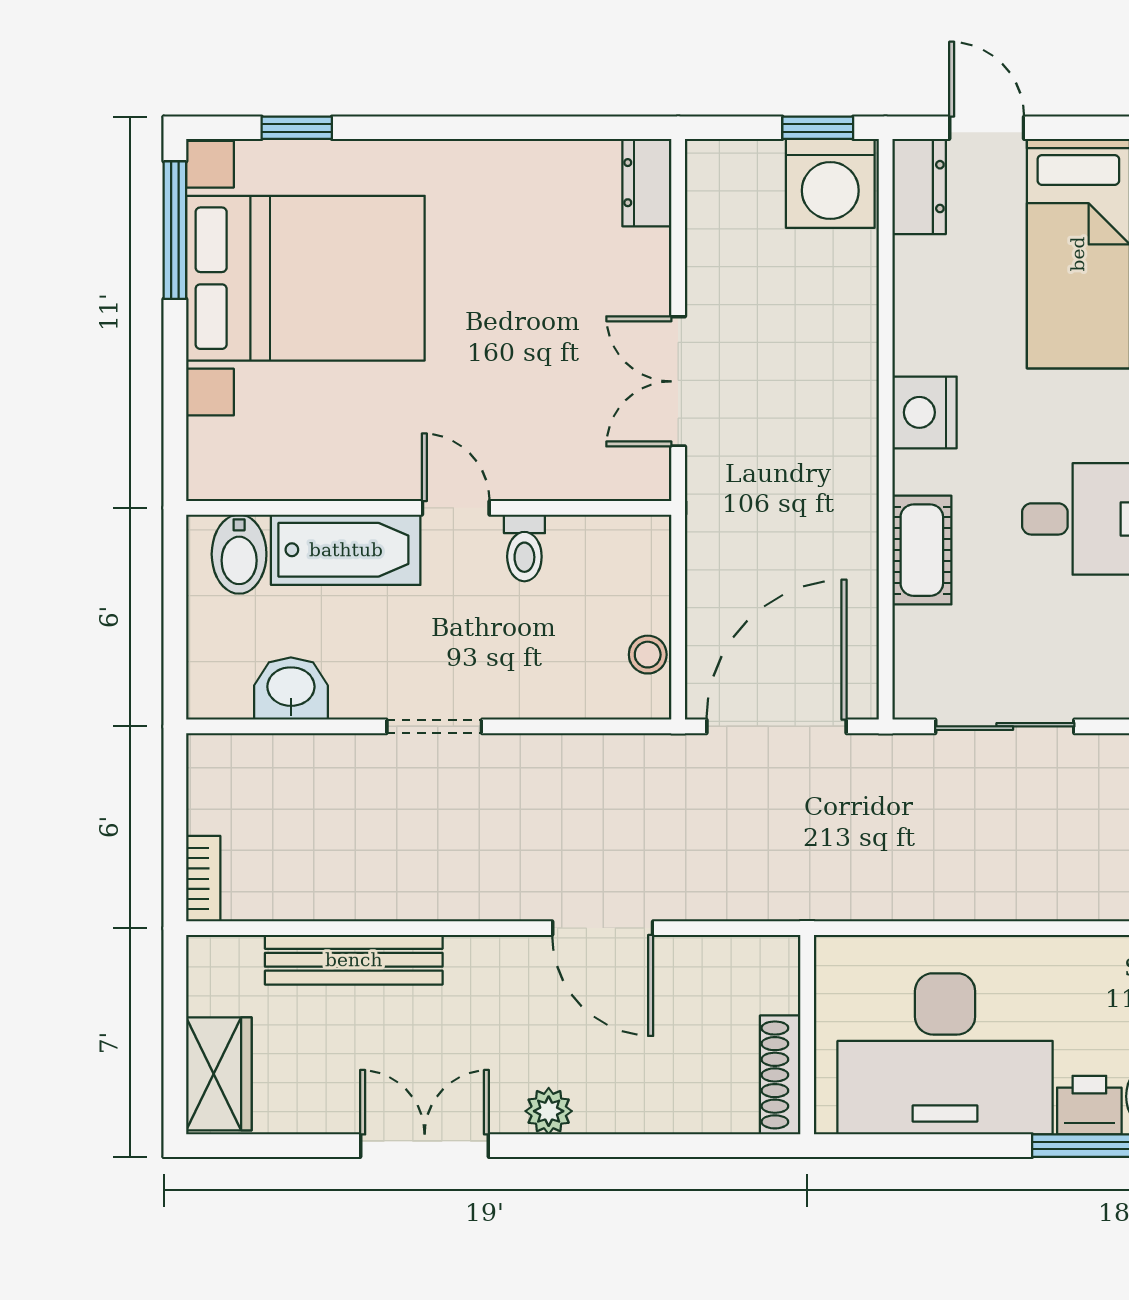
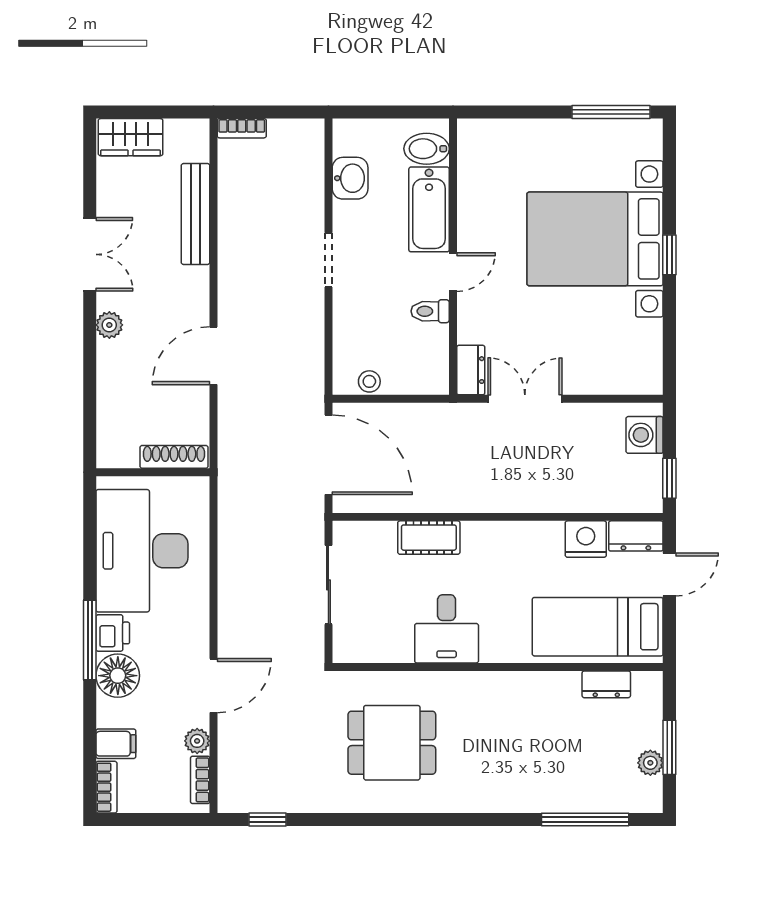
window: (297, 128) -> (669, 255), moved
dresser: (647, 183) -> (471, 370), moved, turned 90
washing machine: (830, 183) -> (645, 435), moved, width x0.73, depth x0.73
bed with nightstands: (305, 278) -> (595, 239), moved, turned 90
nightstand: (924, 412) -> (586, 539), moved
shoe rack: (780, 1075) -> (174, 457), moved

